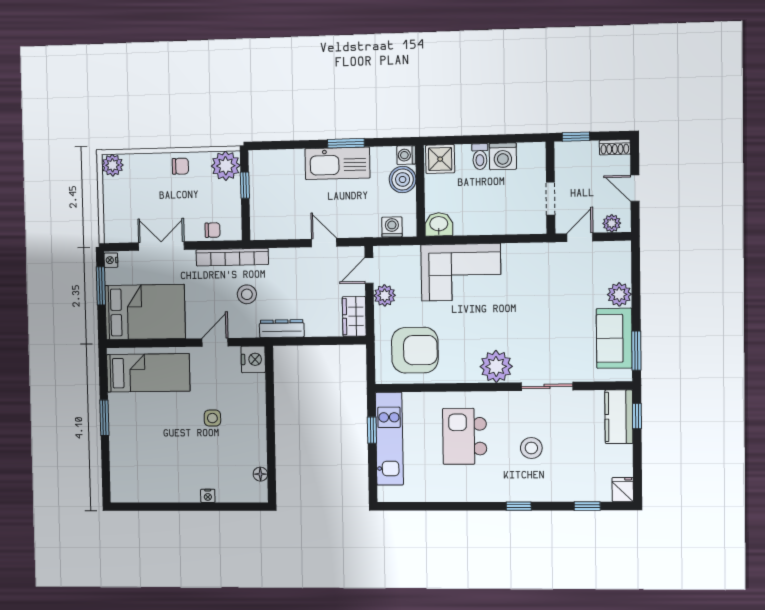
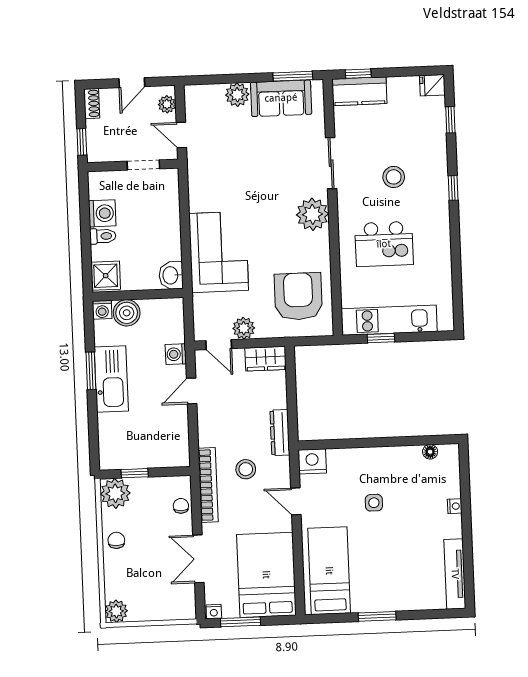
washing machine: (392, 227) -> (176, 354), moved
tv unit: (143, 494) -> (455, 574), added

